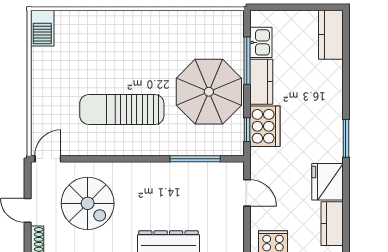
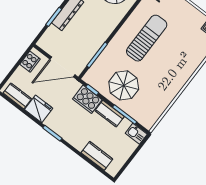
kitchen counter: (331, 35) -> (97, 156), moved
kitchen sink: (261, 42) -> (136, 134), moved
parasol: (209, 92) -> (124, 85), width x0.73, depth x0.73
door: (247, 193) -> (62, 67), width x1.87

